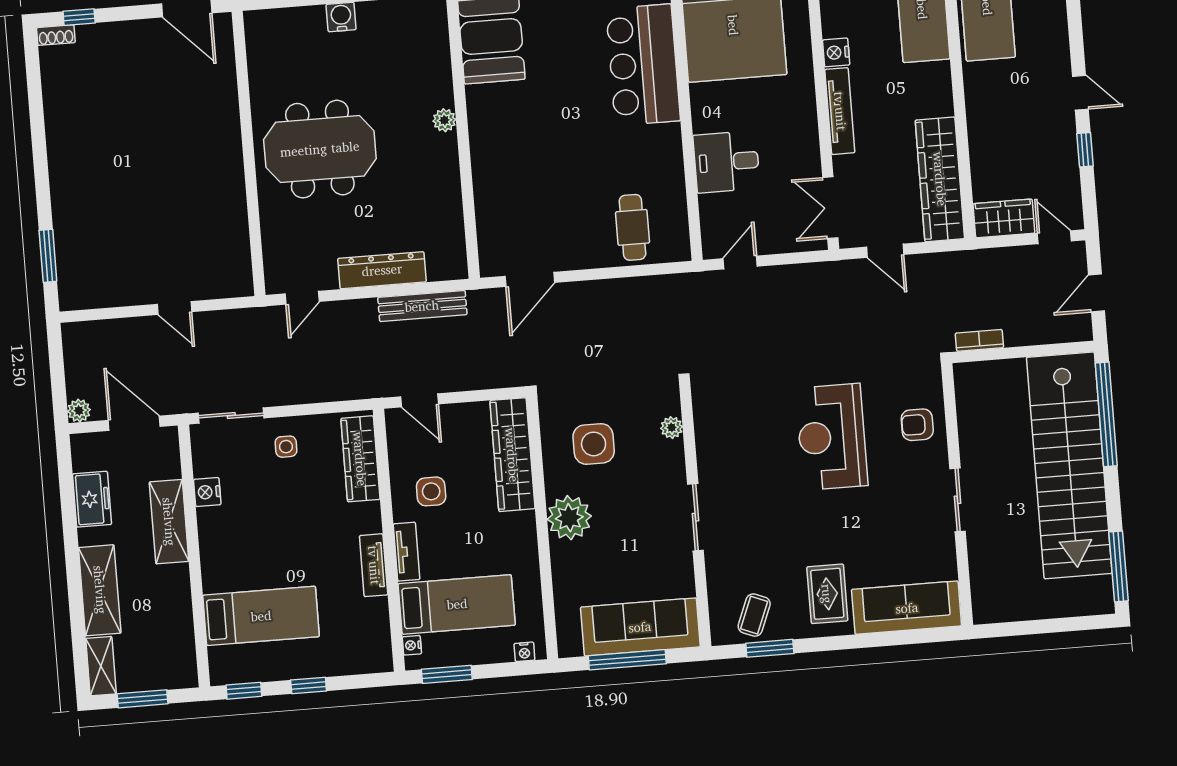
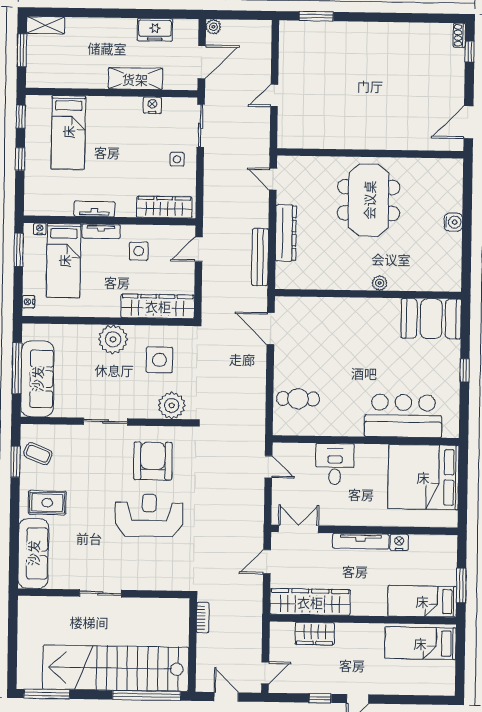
wardrobe: (1004, 218) -> (315, 634), moved, turned 90
armchair: (917, 425) -> (153, 461), moved, width x1.88, depth x1.88
plant: (672, 428) -> (172, 405), width x1.88, depth x1.88
shelving: (100, 590) -> (95, 29), removed

